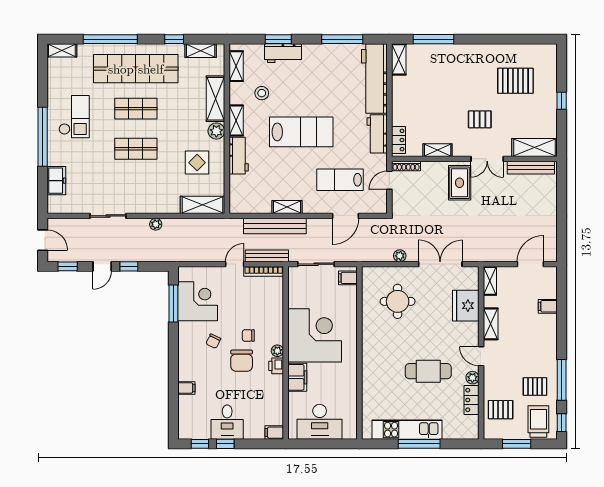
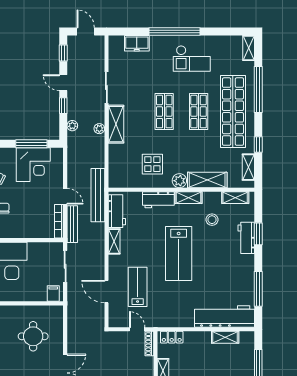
shelving: (399, 59) -> (225, 337), moved
workbench: (377, 134) -> (117, 211), moved, turned 90
shelving: (203, 205) -> (116, 124), moved
bench: (275, 226) -> (98, 195), moved
door: (43, 240) -> (86, 31), swing flipped
plant: (400, 256) -> (72, 126), moved

